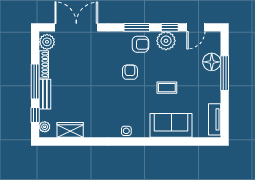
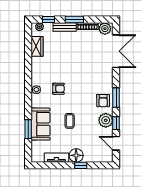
floor lamp: (212, 62) -> (76, 155), moved
armchair: (130, 72) -> (58, 89), moved
window: (225, 73) -> (81, 165), width x0.46
window: (35, 82) -> (74, 19), width x0.69
tv unit: (215, 119) -> (56, 158), moved
window: (178, 142) -> (28, 129), added

